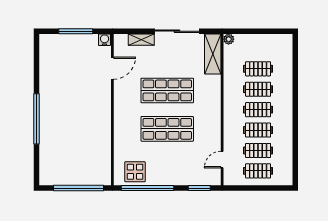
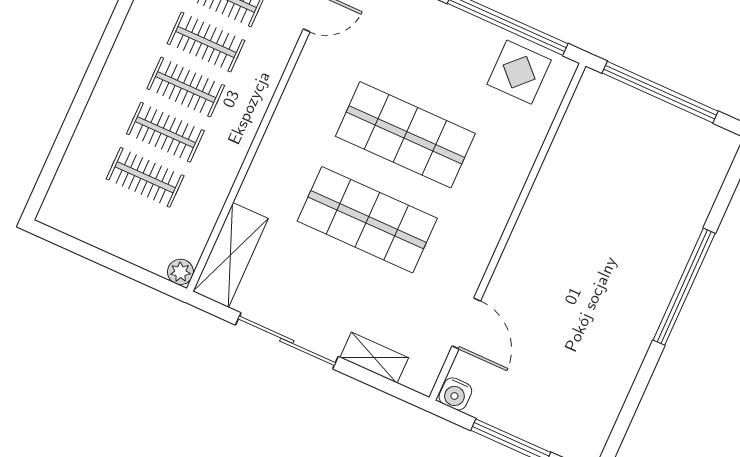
door: (112, 68) -> (466, 323), swing flipped

